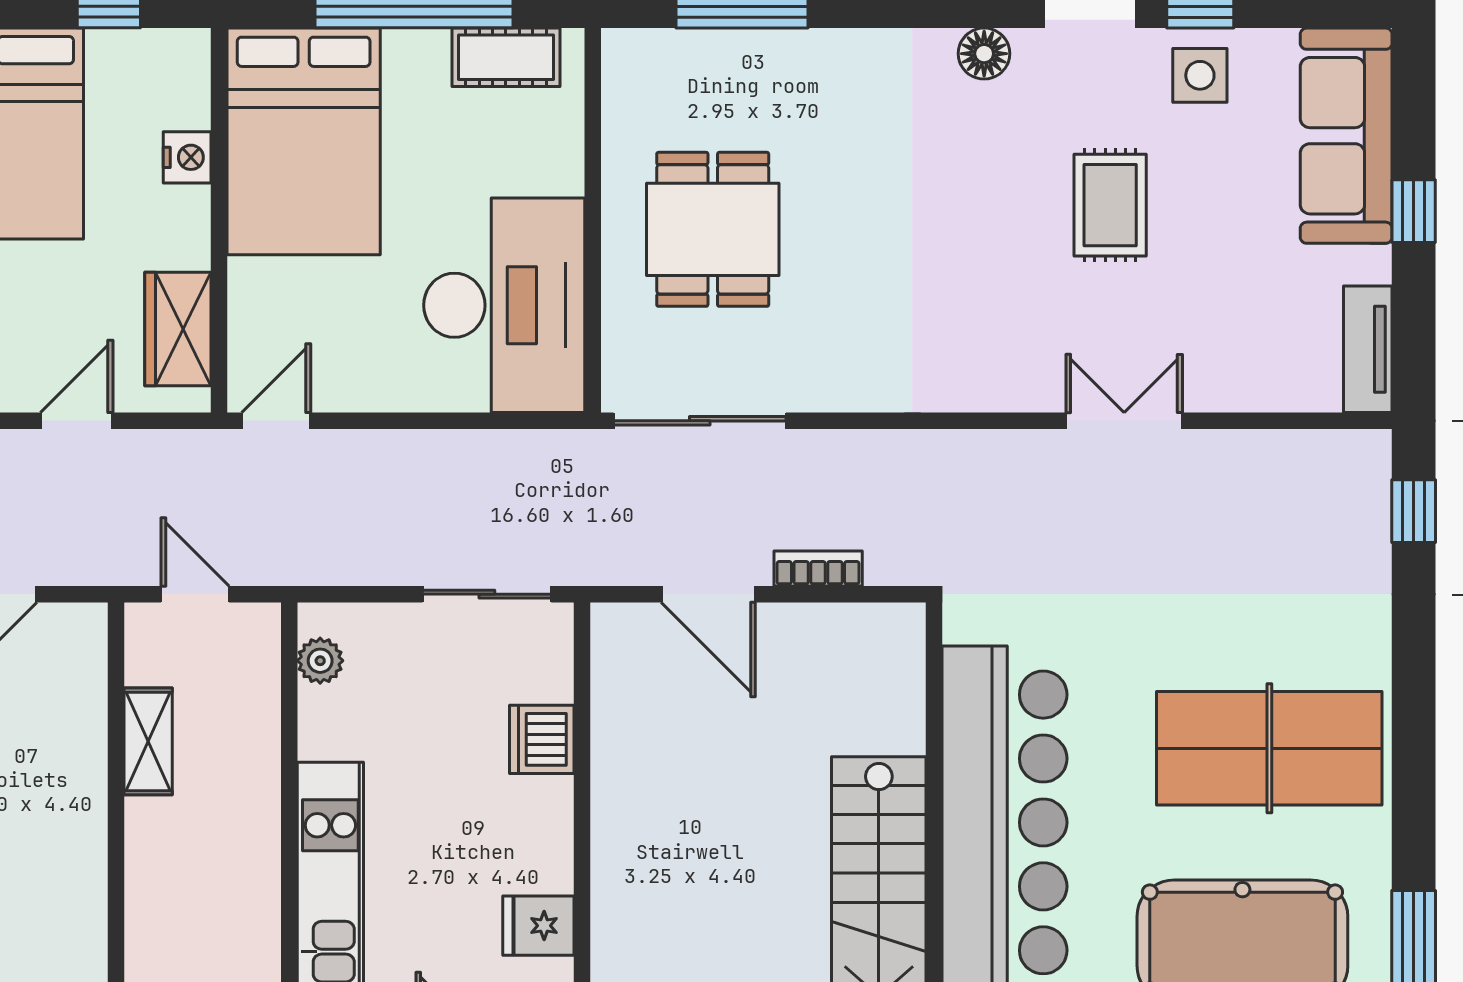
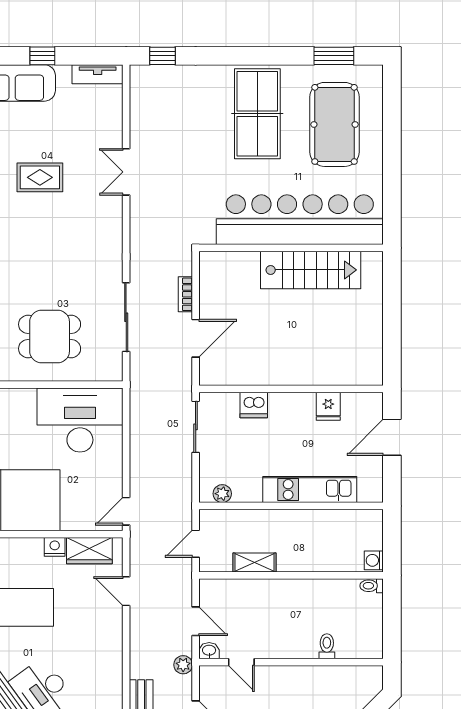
nightstand: (187, 157) -> (55, 547), moved
door: (276, 421) -> (126, 511), hinge flipped
sliding door: (700, 421) -> (126, 317), moved

